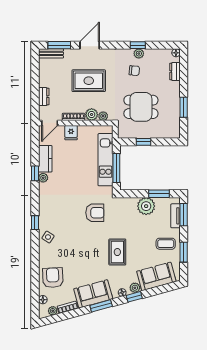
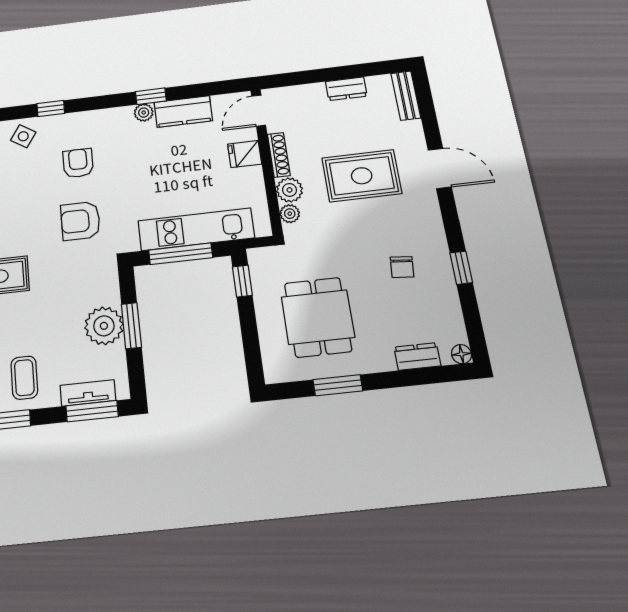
window: (59, 45) -> (427, 109), removed
plant: (139, 54) -> (443, 272), removed
rug: (89, 81) -> (362, 176), turned 90
dresser: (44, 97) -> (346, 89), moved
dining table: (141, 107) -> (318, 317), moved
door: (50, 123) -> (259, 111), hinge flipped
window: (143, 142) -> (242, 281), moved
window: (159, 194) -> (131, 326), moved
armchair: (65, 212) -> (78, 163), added
armchair: (95, 213) -> (80, 221), turned 90

